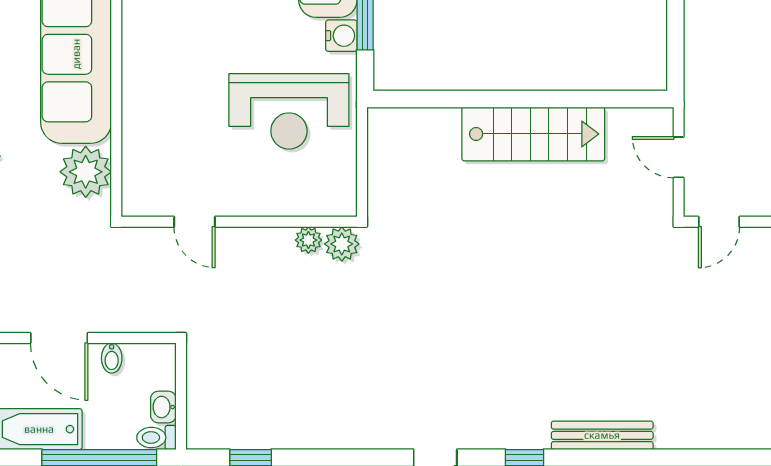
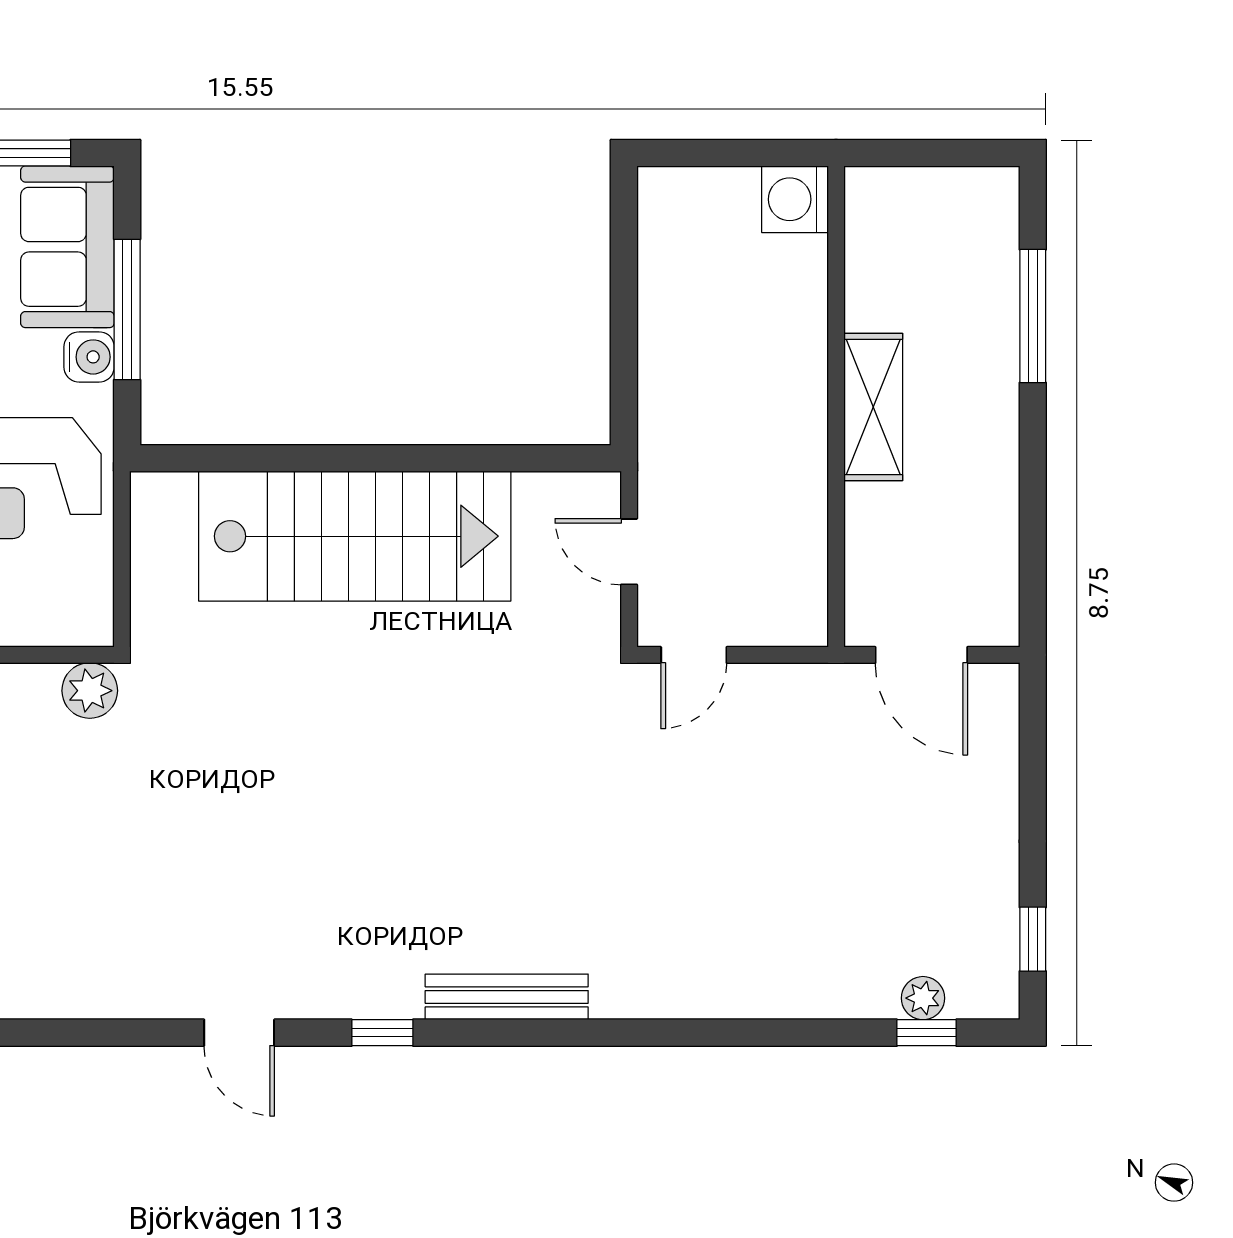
stairs: (533, 134) -> (355, 536), width x1.36, depth x1.51
plant: (308, 240) -> (36, 684), removed

